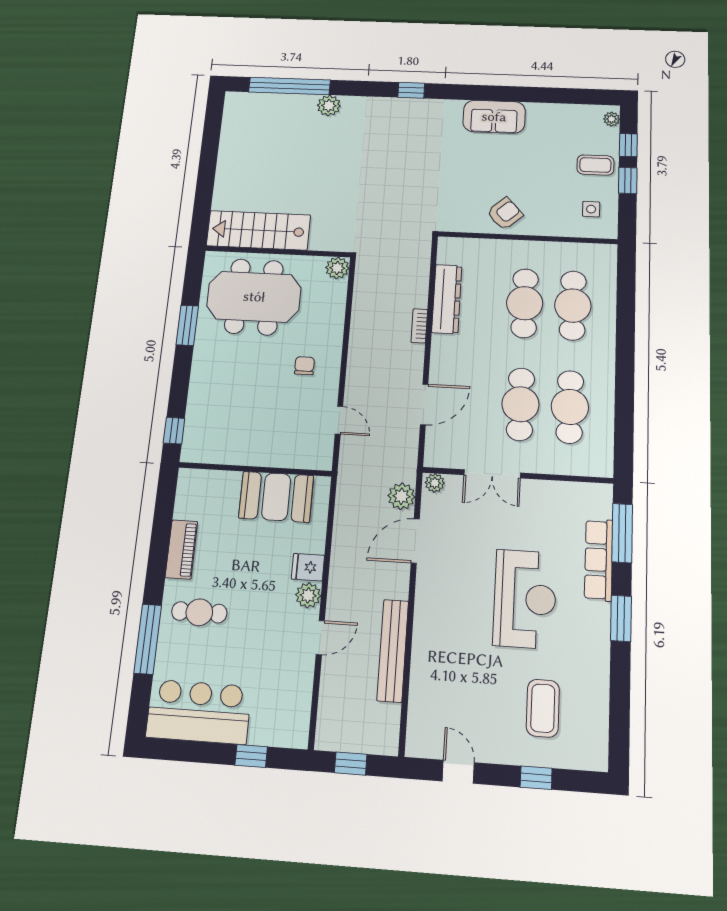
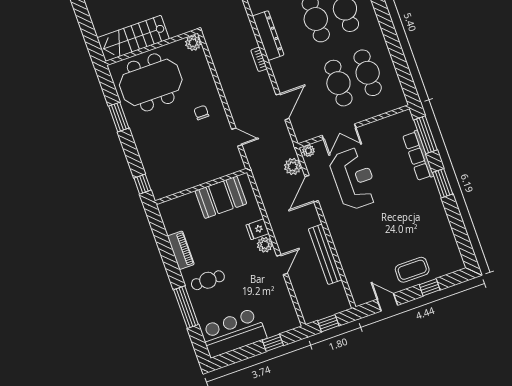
reception desk: (525, 599) -> (354, 179), moved
coffee table: (543, 708) -> (412, 270), moved, turned 90

